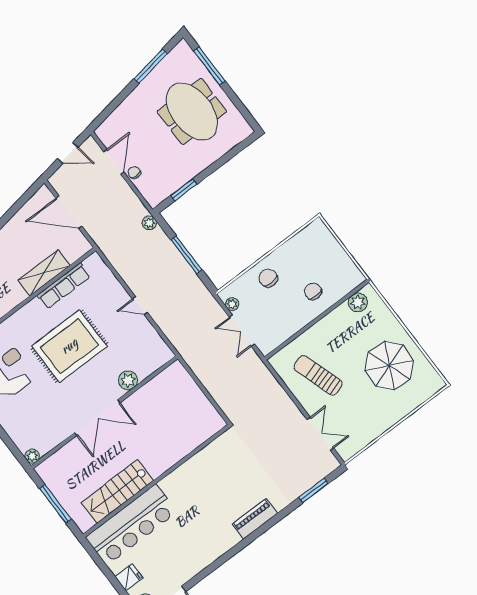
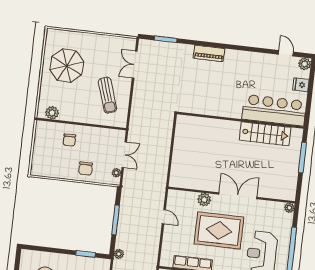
plant: (128, 380) -> (204, 200), moved
wall: (104, 412) -> (232, 195), moved
double door: (97, 418) -> (238, 196), moved
plant: (32, 456) -> (289, 208), moved

